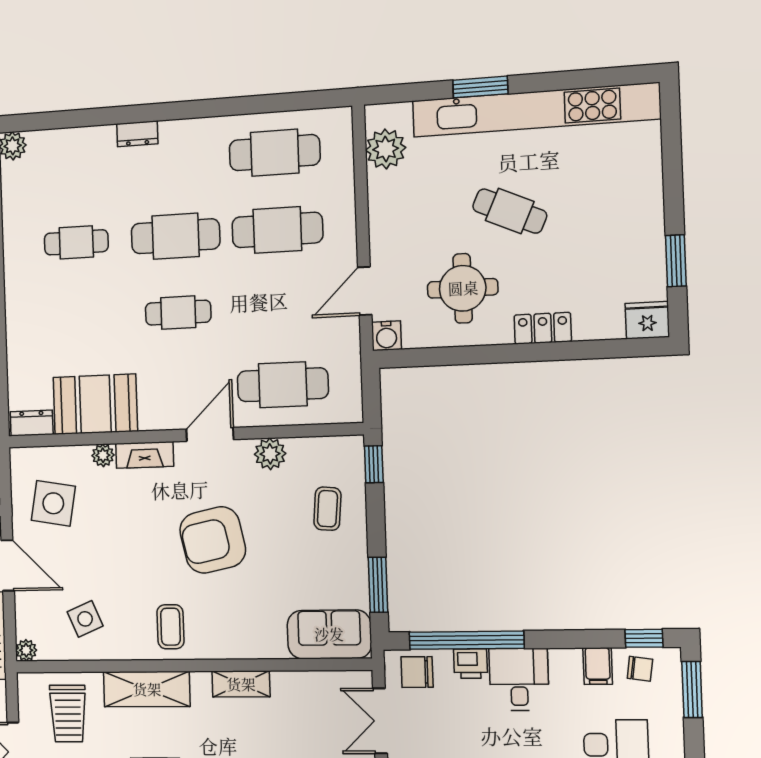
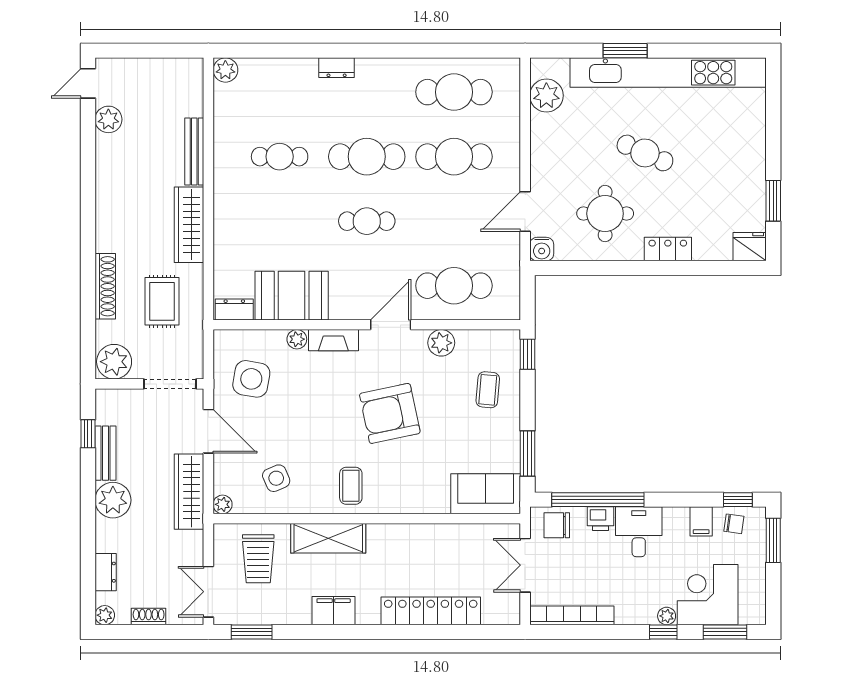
shelving: (241, 684) -> (410, 534), removed

